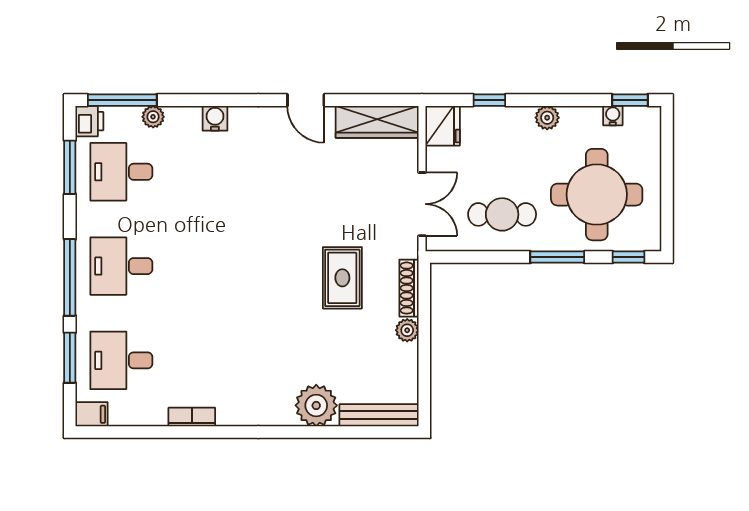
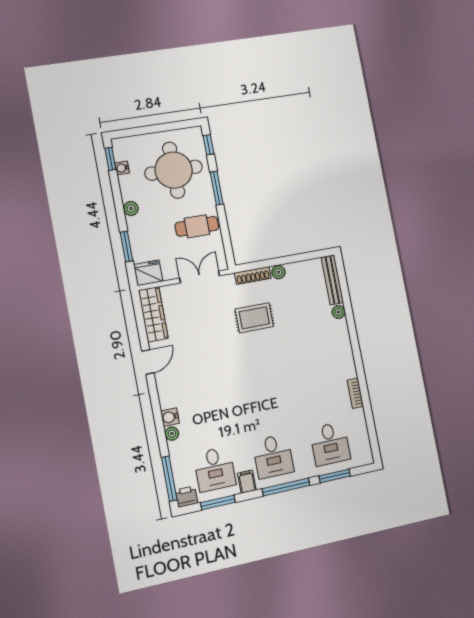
window: (489, 100) -> (127, 246), width x1.50
plant: (153, 117) -> (172, 434), moved
cafe table: (502, 214) -> (197, 226), turned 90
plant: (316, 405) -> (339, 312), width x0.53, depth x0.53
filing cabinet: (92, 414) -> (247, 482), moved

